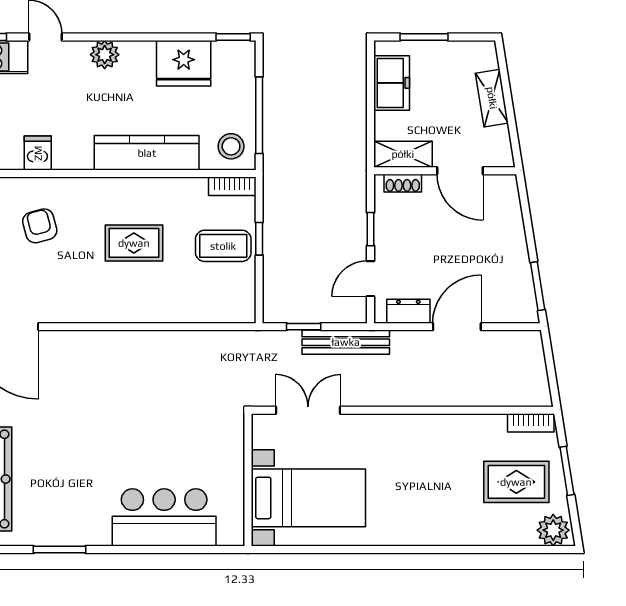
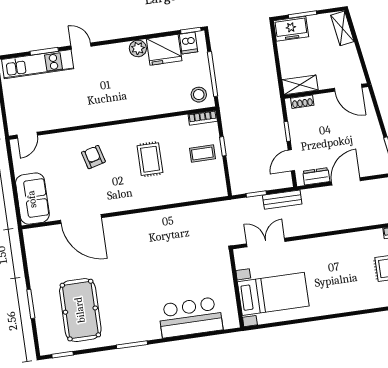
plant: (105, 55) -> (138, 48), moved
freezer: (392, 83) -> (291, 29), moved, turned 90
shelving: (492, 98) -> (342, 28), moved
dishwasher: (38, 153) -> (188, 43), moved, turned 180
kitchen counter: (147, 153) -> (150, 105), removed
door: (460, 171) -> (348, 88), moved
rug: (134, 243) -> (150, 159), turned 90
coffee table: (223, 246) -> (202, 153), width x0.73, depth x0.77
bench: (346, 342) -> (282, 200), width x0.73

